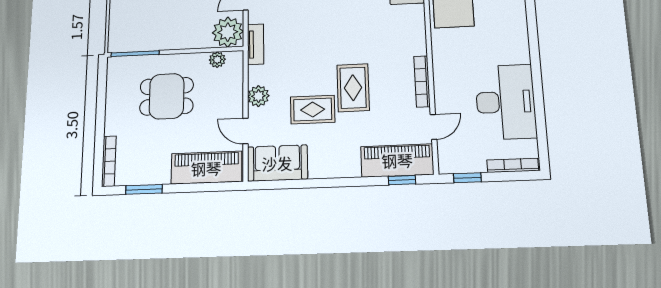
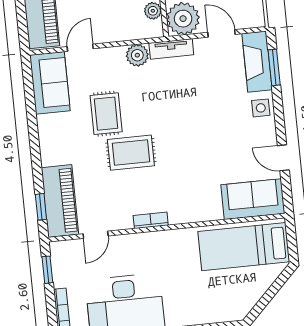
bookcase: (422, 81) -> (151, 220), width x0.64
plant: (258, 96) -> (137, 55), moved
door: (434, 127) -> (96, 235), hinge flipped

